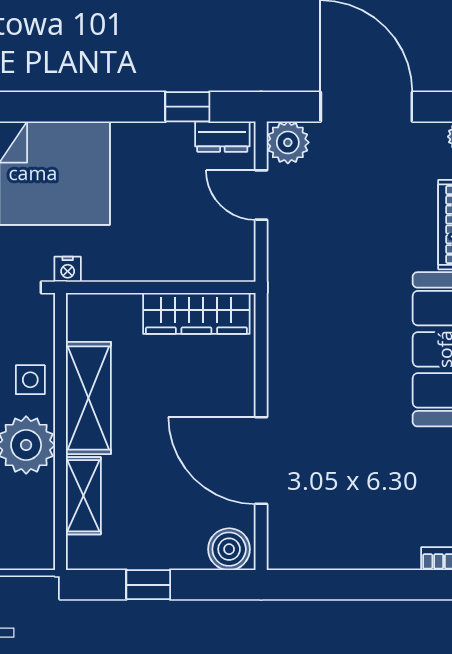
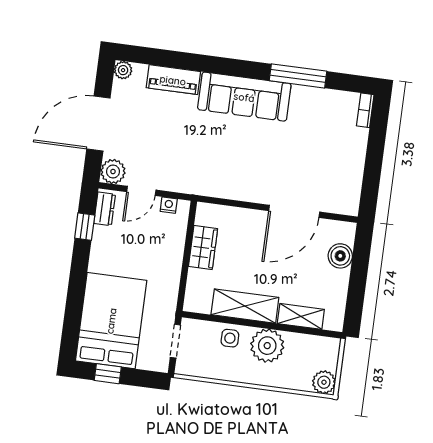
nightstand: (68, 269) -> (169, 205), moved, turned -90
wardrobe: (196, 313) -> (203, 248), width x0.67
boiler: (229, 549) -> (340, 256), moved
window: (148, 585) -> (357, 286), removed

